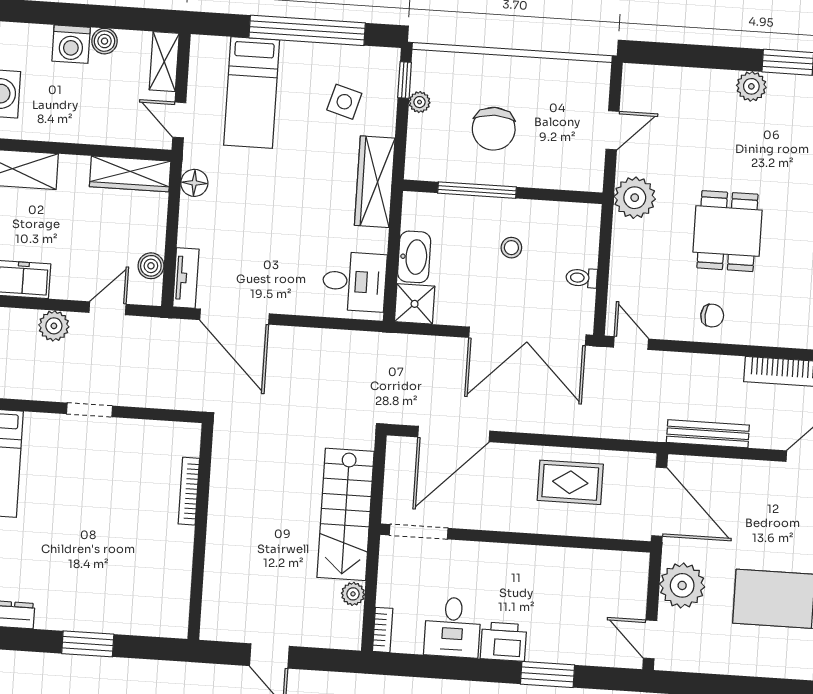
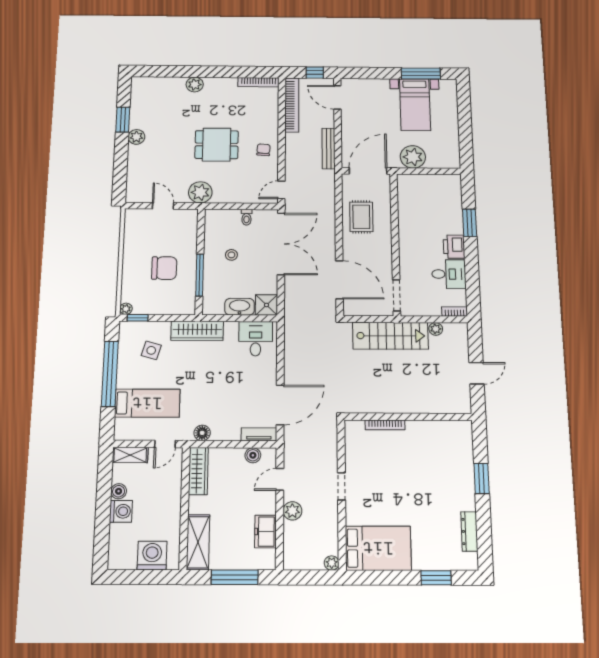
plant: (420, 102) -> (126, 309), moved
door: (107, 308) -> (280, 479), hinge flipped
door: (650, 639) -> (444, 171), removed

